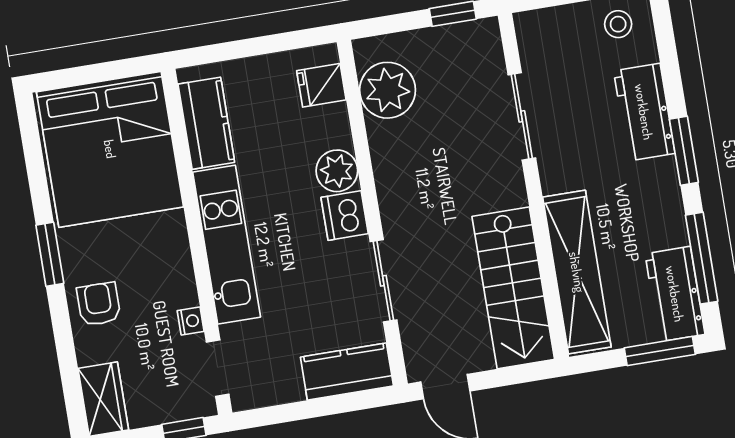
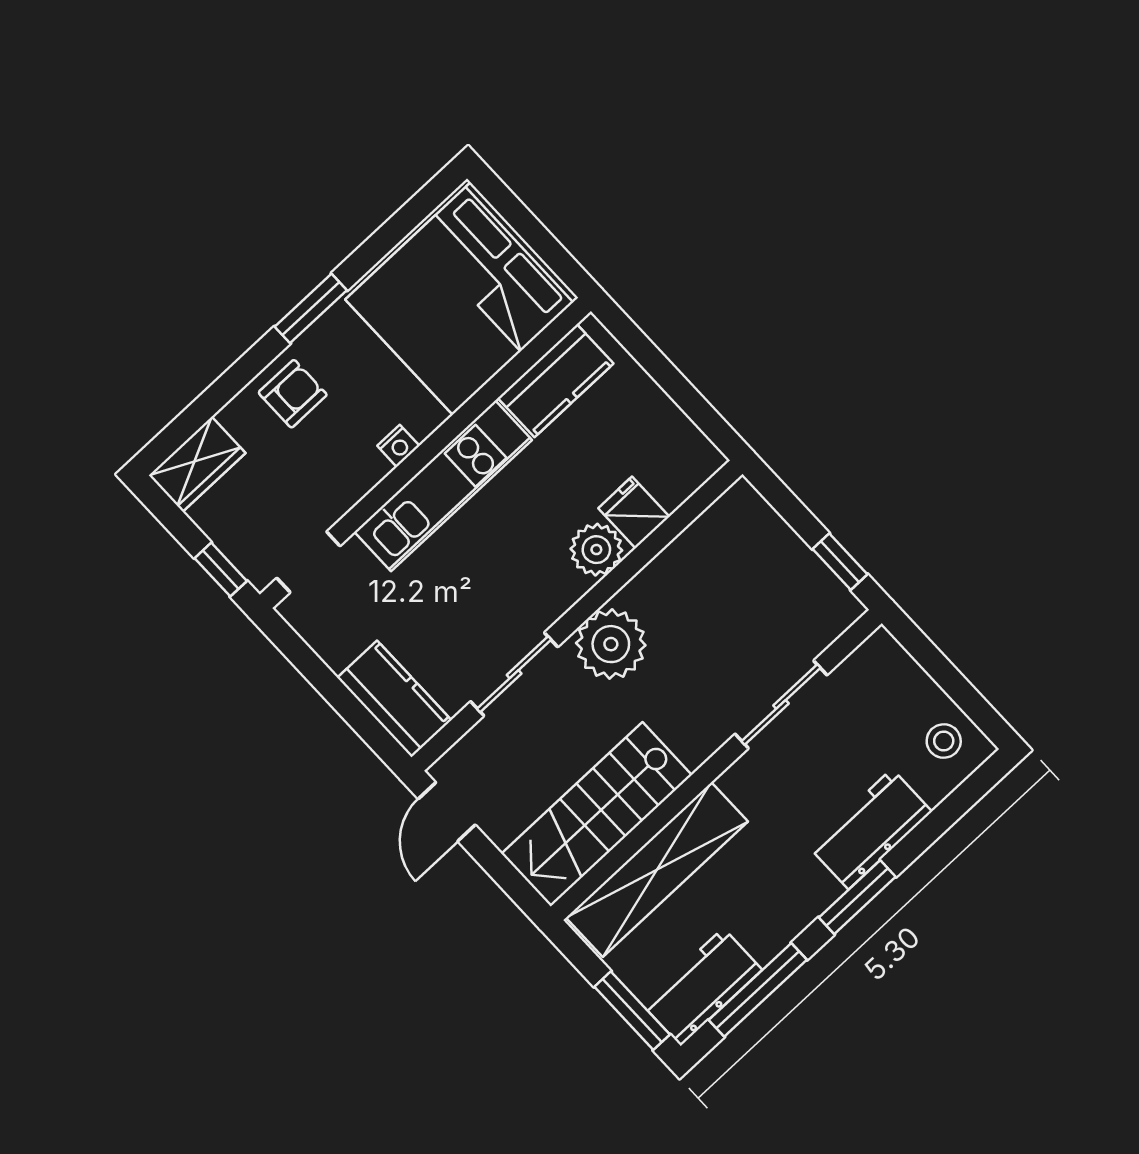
fridge: (321, 85) -> (634, 512), moved
plant: (388, 90) -> (611, 644), moved
dishwasher: (345, 216) -> (555, 589), removed
nightstand: (191, 321) -> (398, 446), moved

